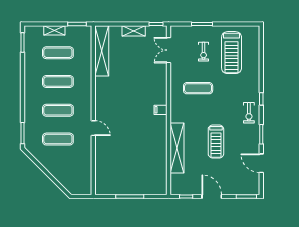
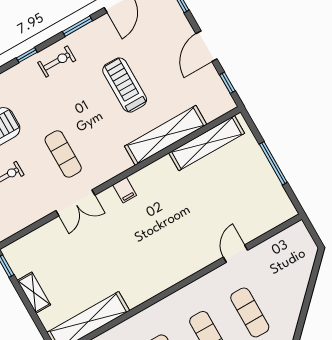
double door: (168, 50) -> (75, 203), moved
door: (93, 128) -> (236, 254), moved
treadmill: (216, 142) -> (125, 85), turned -90
shelving: (161, 167) -> (207, 143), added

